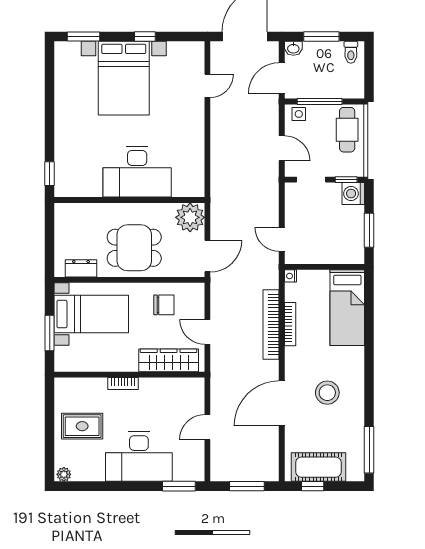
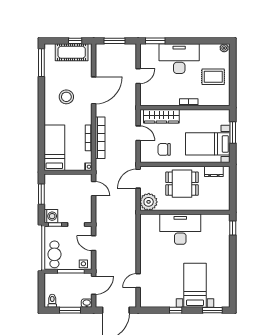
bed with nightstands: (124, 78) -> (195, 285), width x0.73

